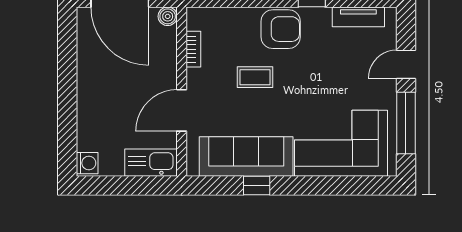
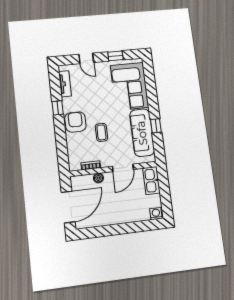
boiler: (168, 16) -> (98, 178), moved
door: (182, 110) -> (123, 168), hinge flipped
window: (406, 123) -> (115, 56), width x0.46

